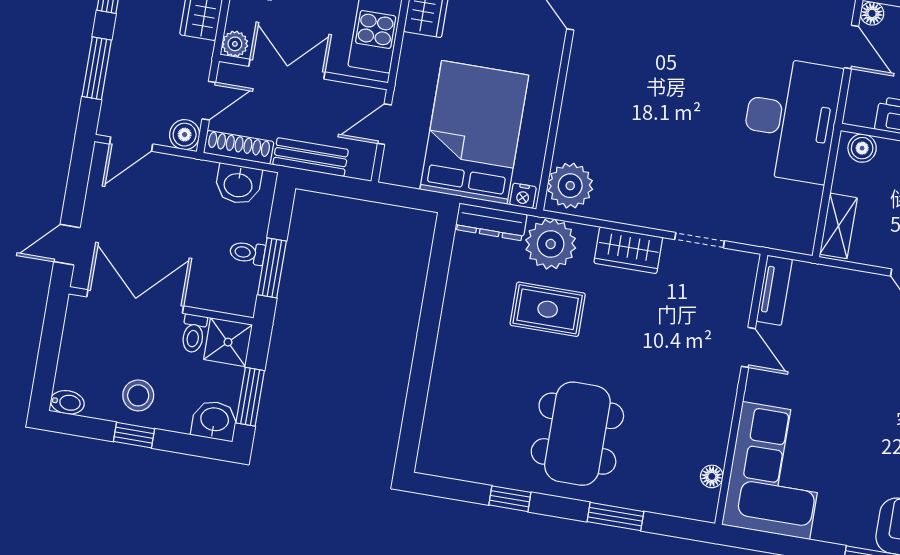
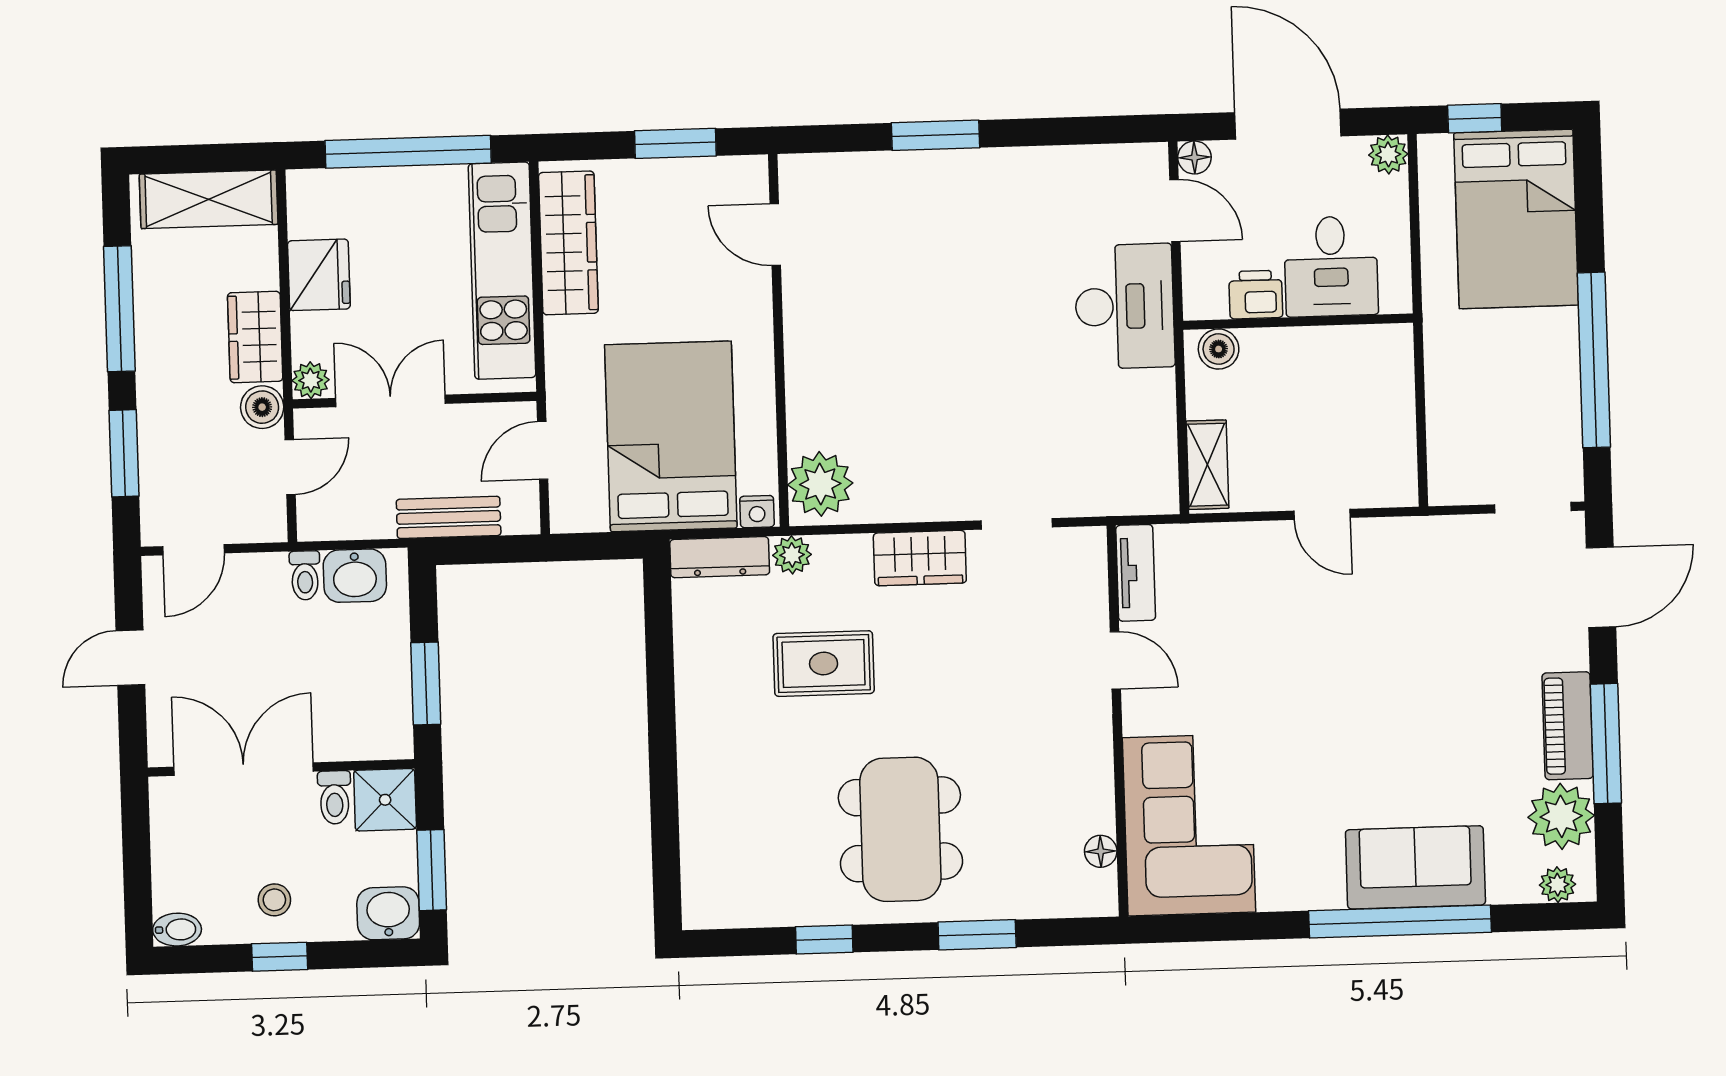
desk: (791, 120) -> (1125, 306), width x0.73, depth x0.77
boiler: (185, 135) -> (262, 407), moved
shoe rack: (239, 147) -> (345, 524), removed
plant: (551, 244) -> (792, 555), width x0.53, depth x0.53
door: (67, 245) -> (130, 658), moved
toilet: (247, 253) -> (305, 575), moved, turned -90
stool: (138, 395) -> (274, 900), width x0.73, depth x0.73

